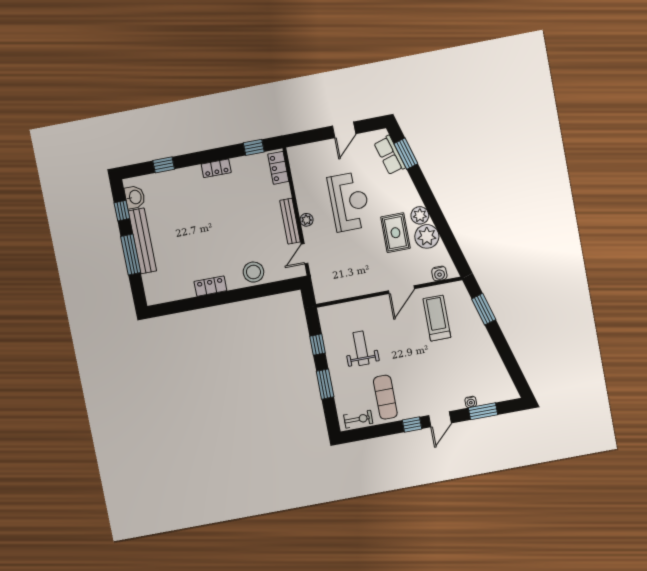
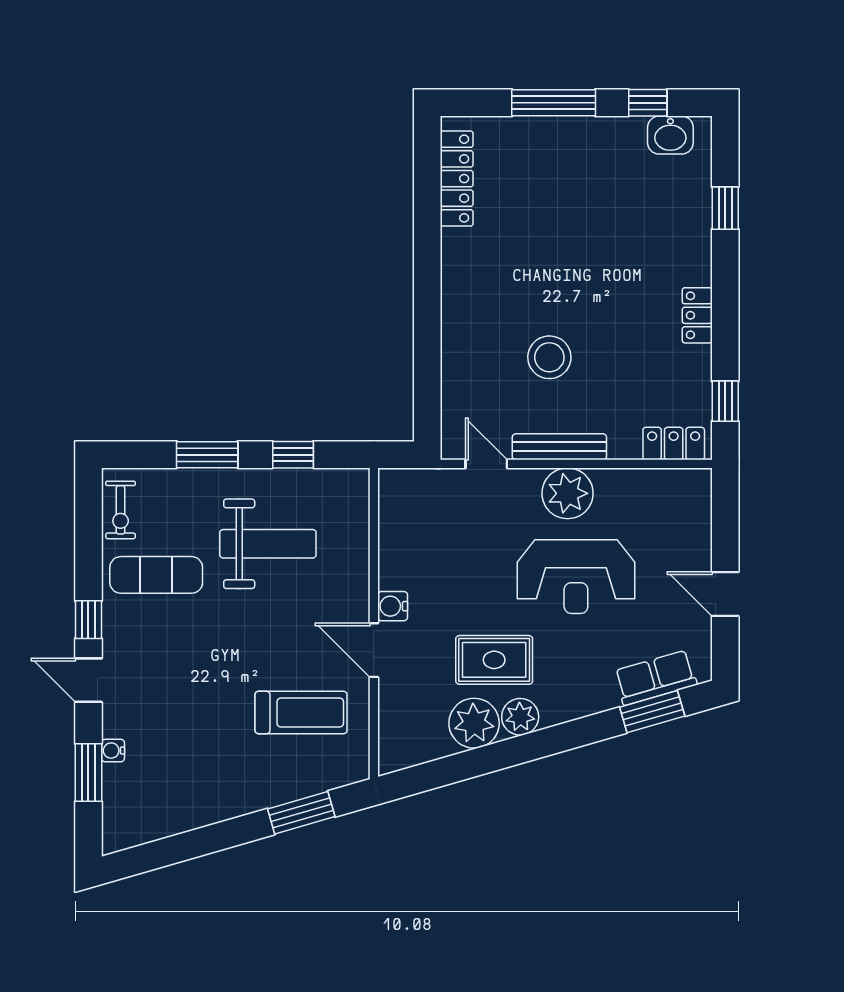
plant: (307, 220) -> (568, 493), width x1.87, depth x1.87
bench: (142, 241) -> (577, 133), removed
stool: (253, 272) -> (549, 357), moved
water cooler: (439, 274) -> (393, 606), moved
locker: (210, 286) -> (457, 179), moved, width x1.53
weight bench: (361, 348) -> (268, 544), width x1.36, depth x1.33

